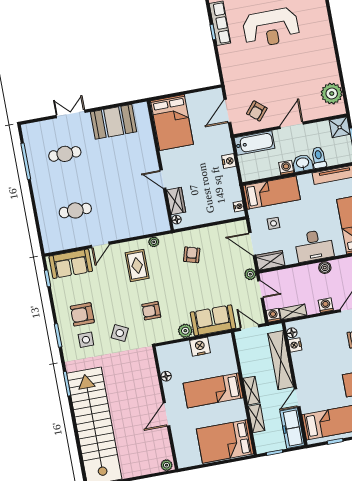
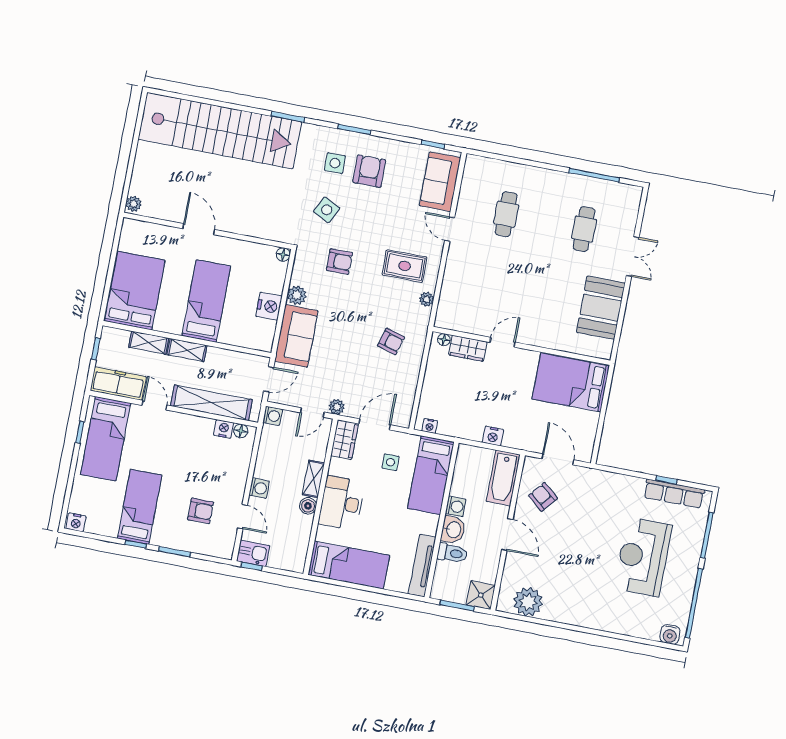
armchair: (151, 311) -> (339, 261), turned 90
shelving: (293, 312) -> (313, 479), moved
floor lamp: (166, 376) -> (283, 255), moved

